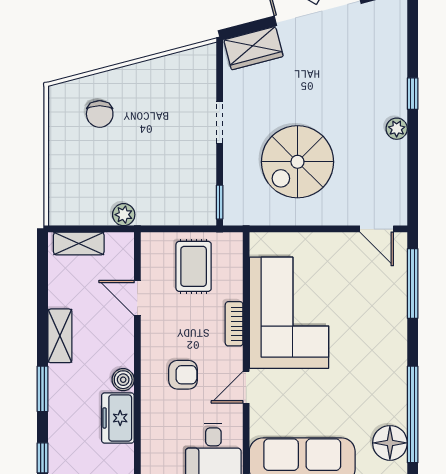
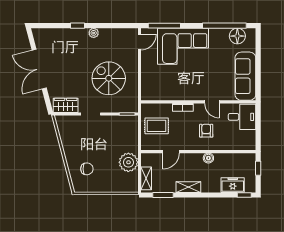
wardrobe: (253, 48) -> (66, 105), moved, turned -75
spiral stairs: (297, 162) -> (109, 78), turned 180
plant: (124, 215) -> (128, 162), width x1.87, depth x1.87
corner sofa: (289, 313) -> (183, 46), moved, turned 180
window: (43, 389) -> (163, 195), moved
freezer: (118, 418) -> (233, 185), moved, turned 180

